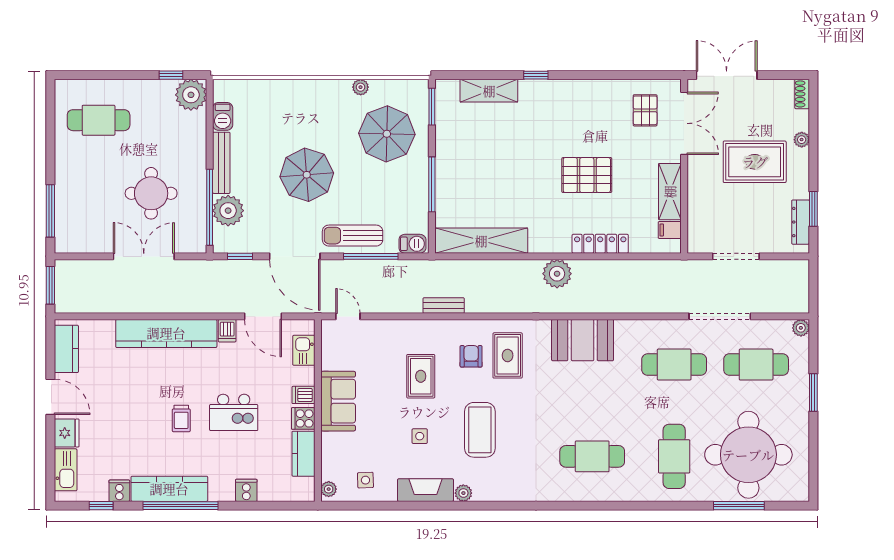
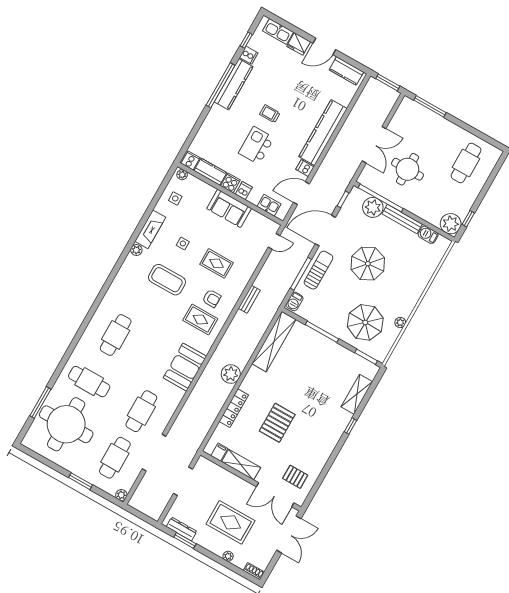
rug: (755, 162) -> (231, 522), turned 90
cooker: (246, 490) -> (190, 161), moved, turned -90

